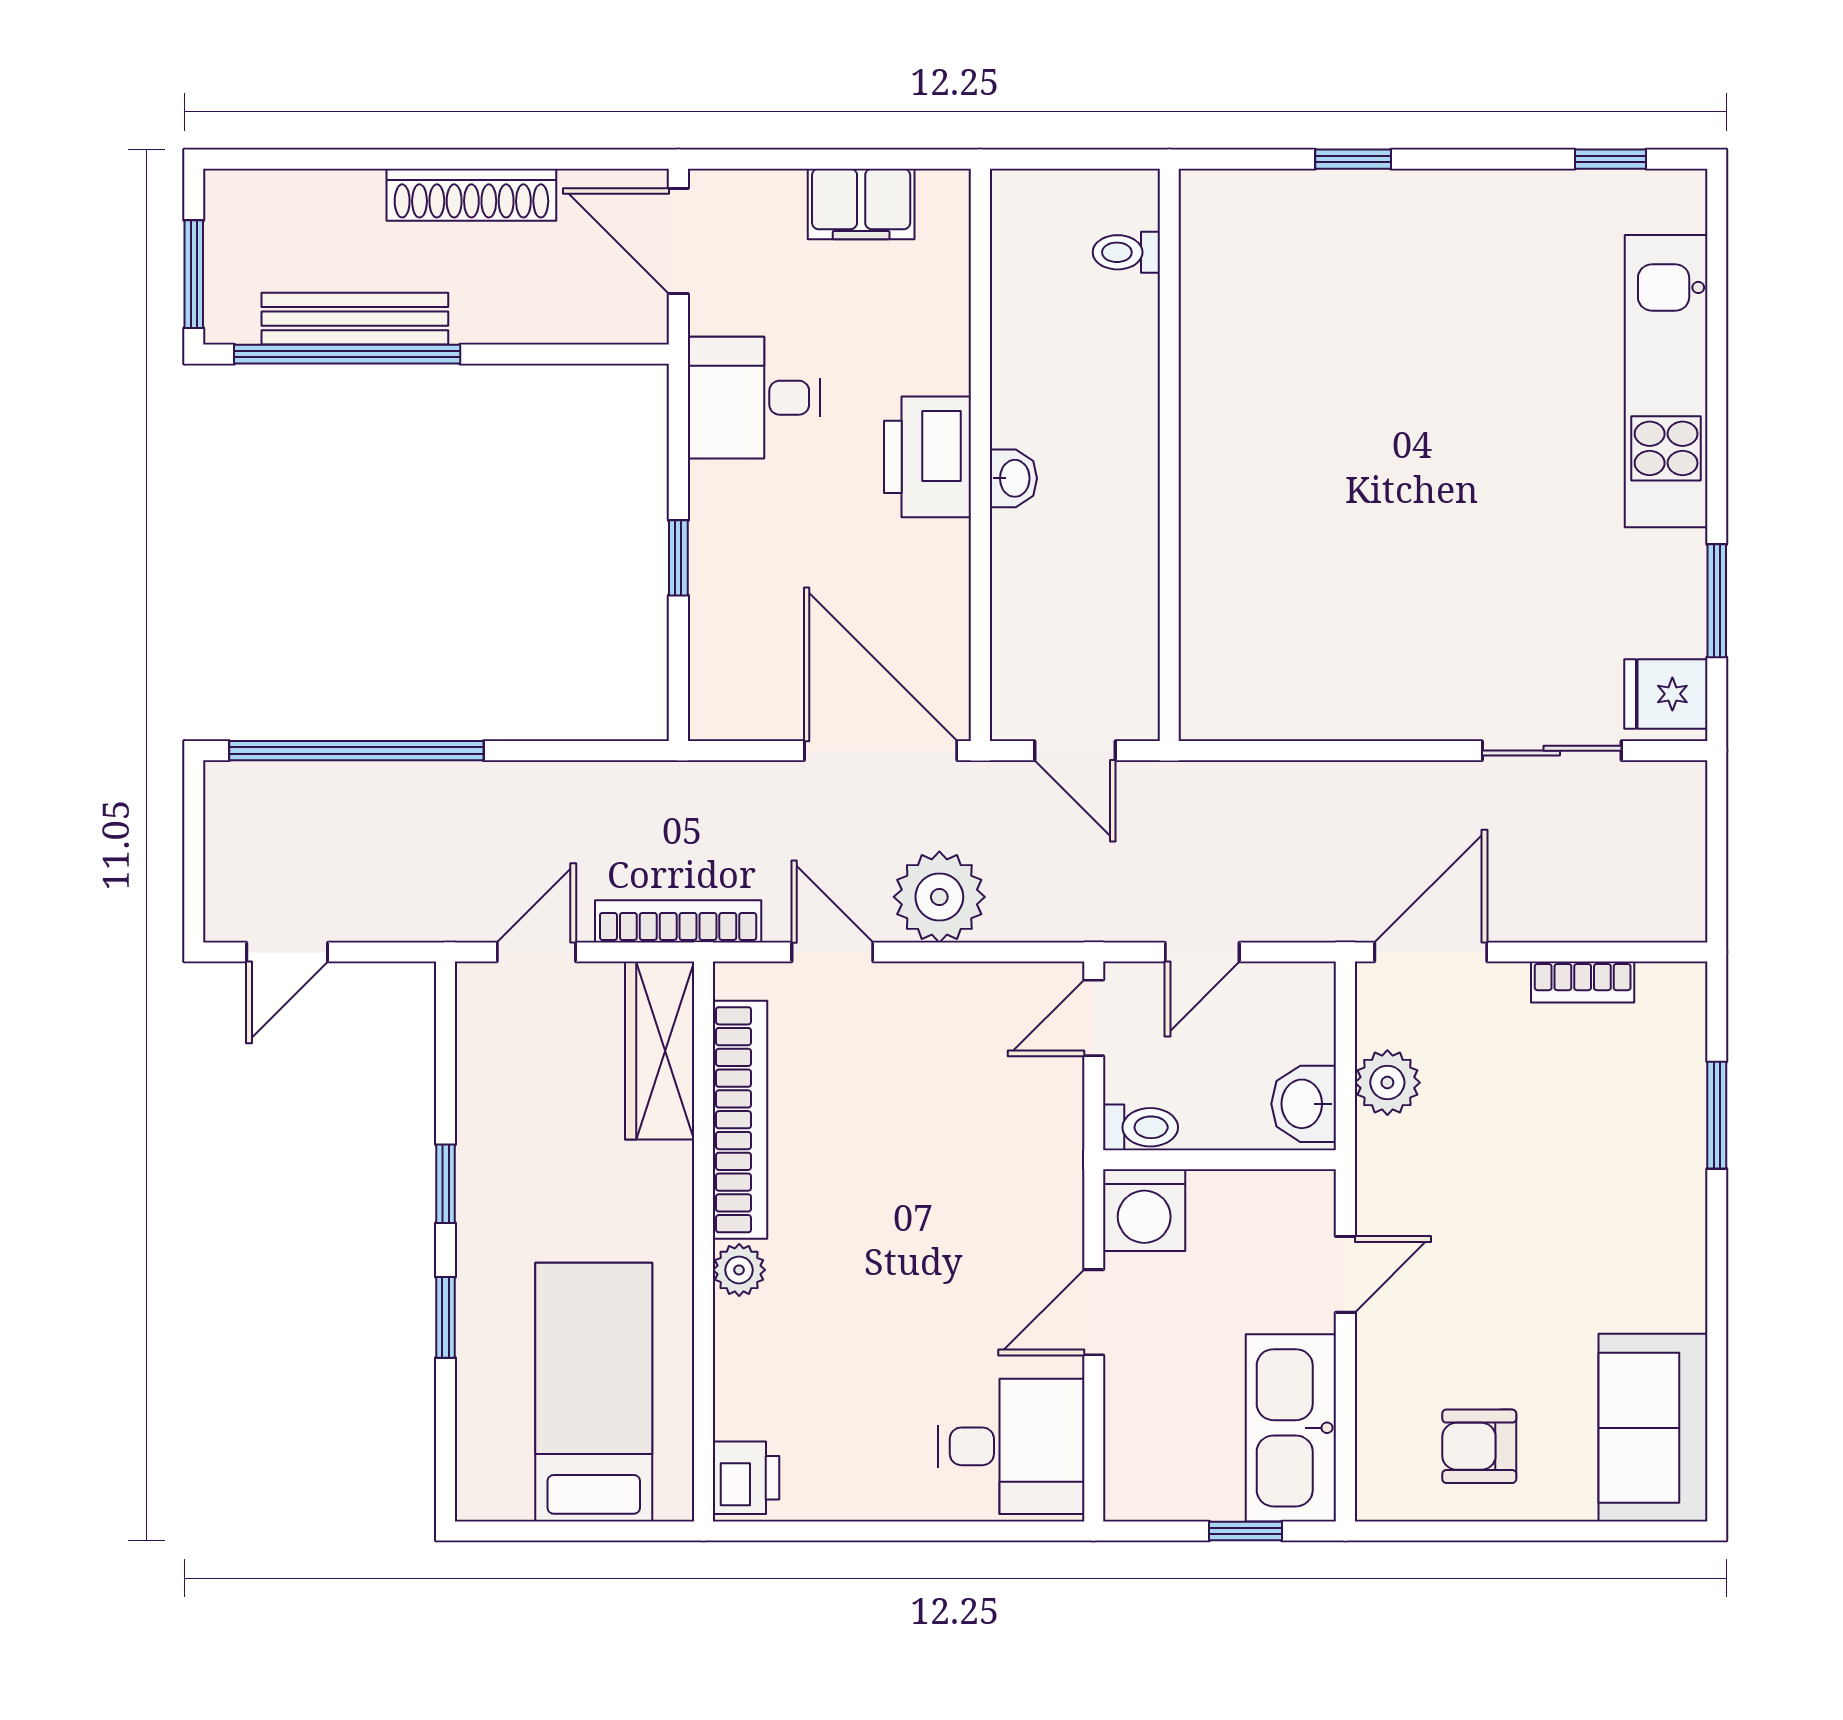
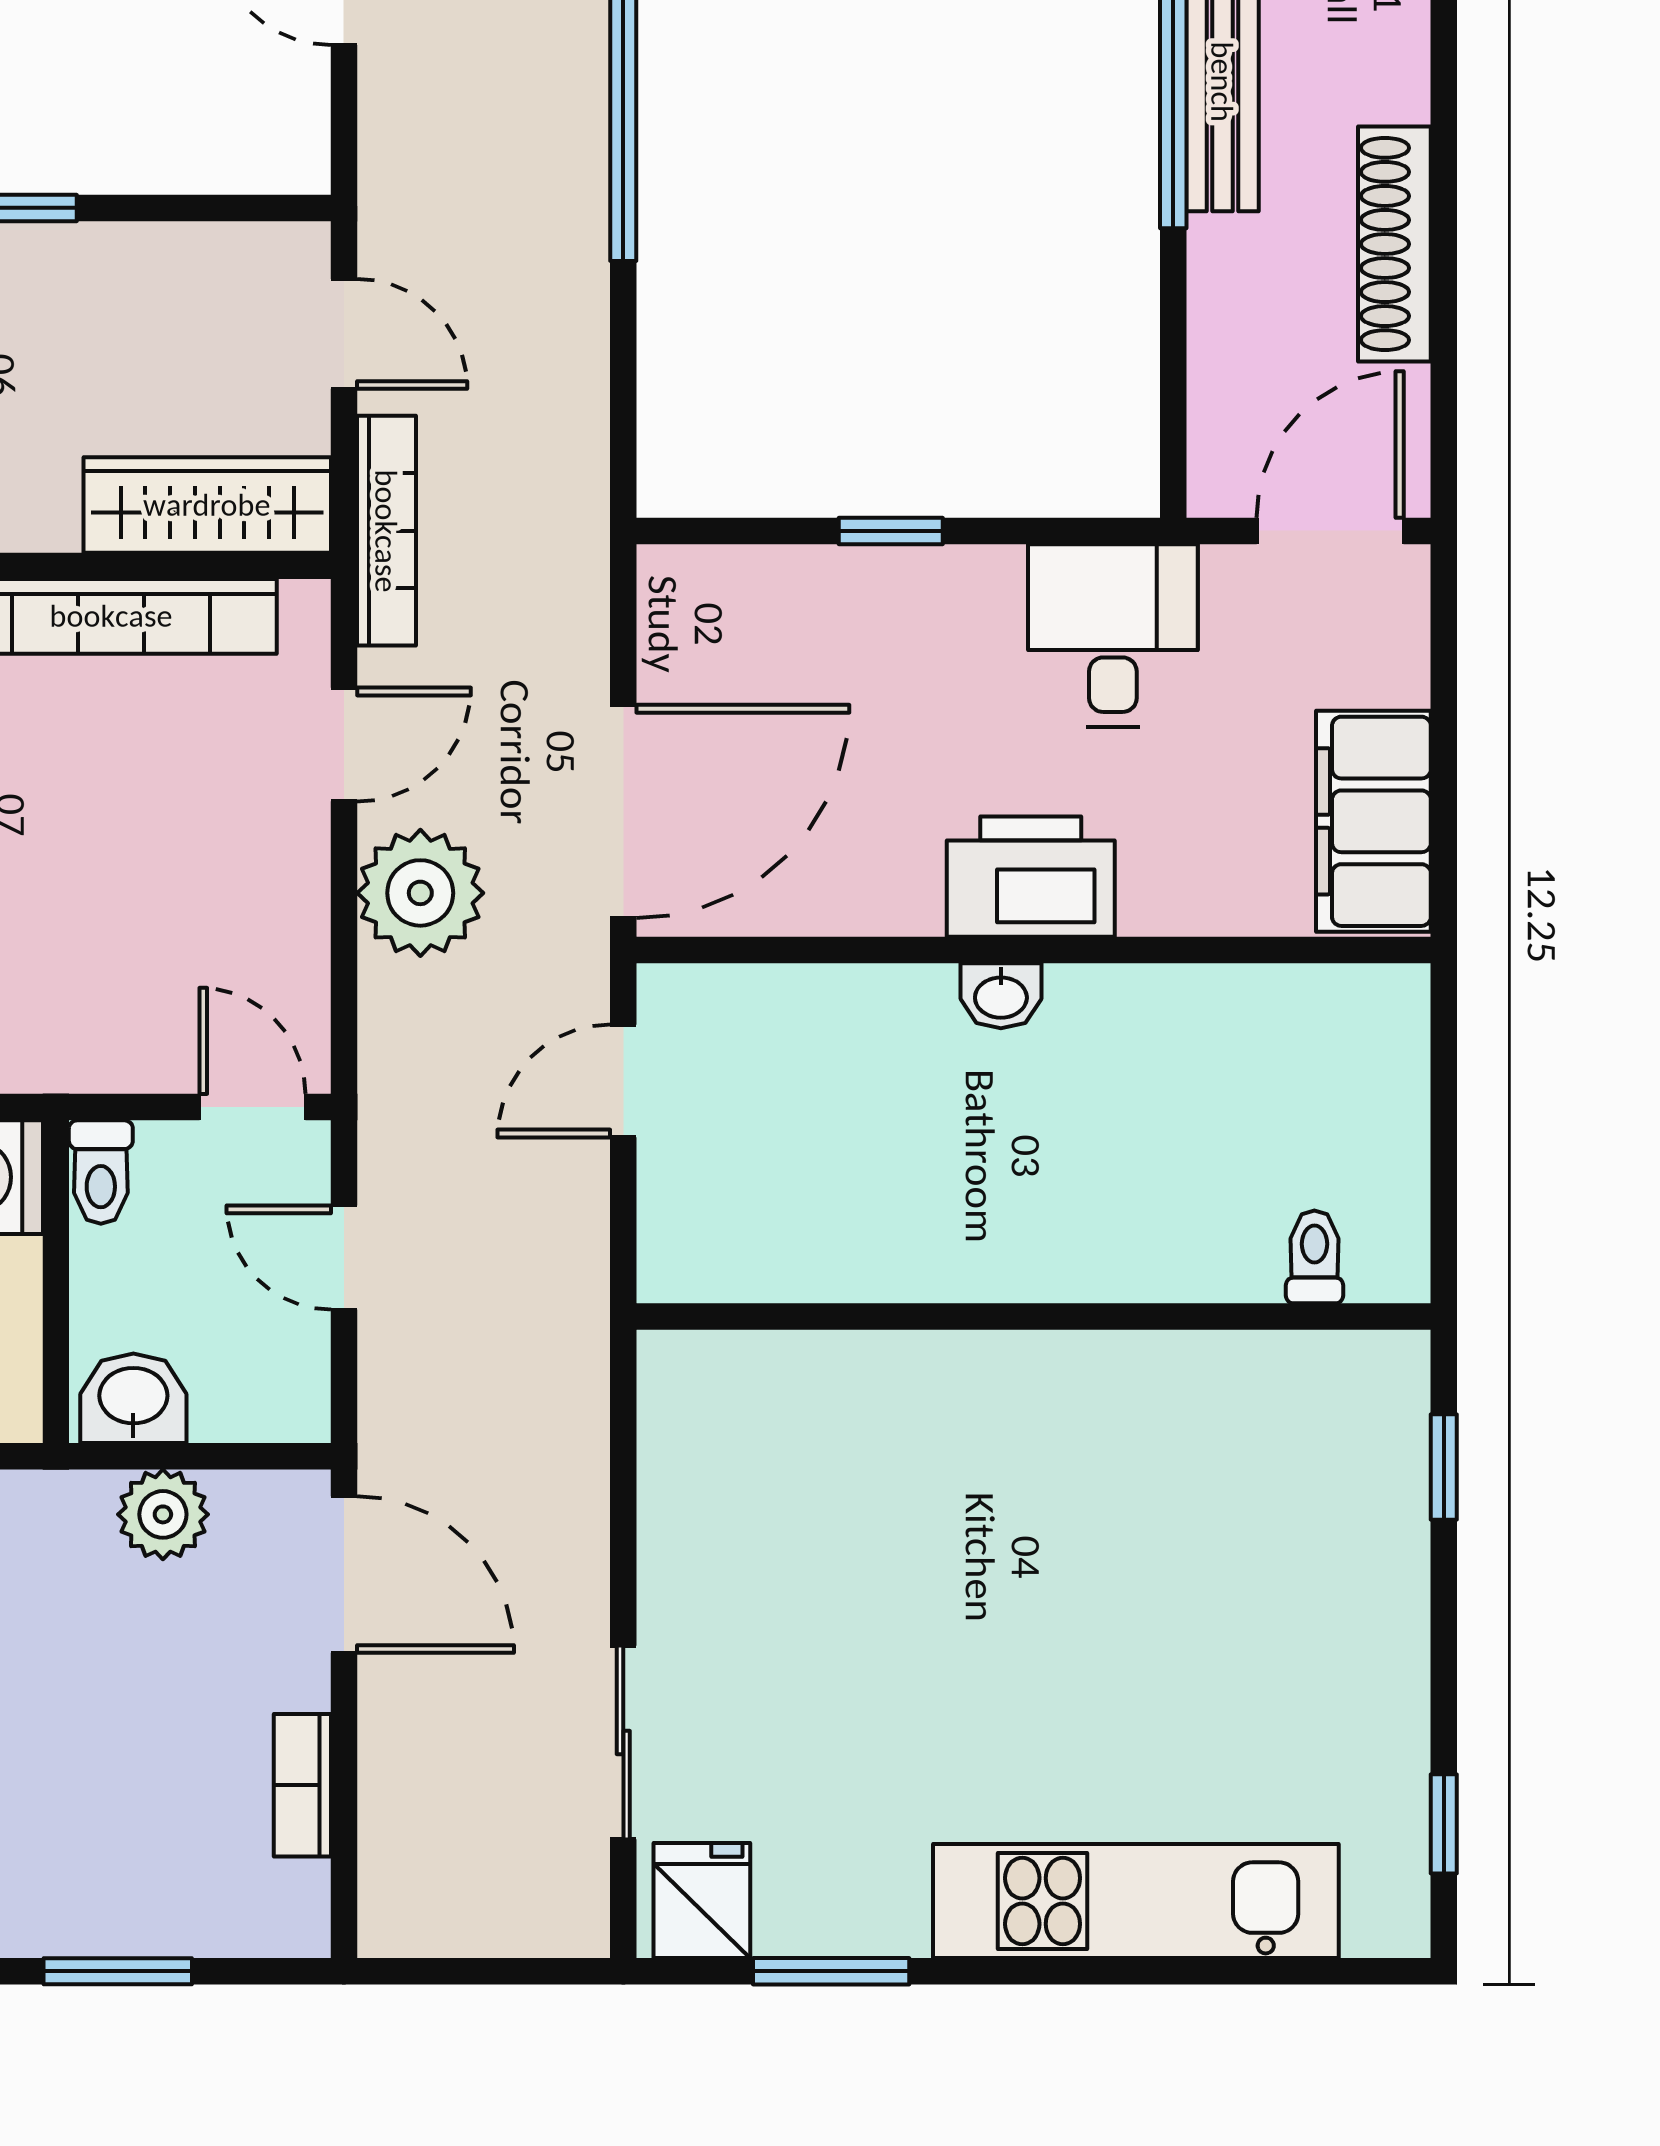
filing cabinet: (861, 204) -> (1373, 821), width x1.50, depth x1.17
toilet: (1126, 252) -> (1314, 1257), moved
wall: (1169, 455) -> (1034, 1317), moved

